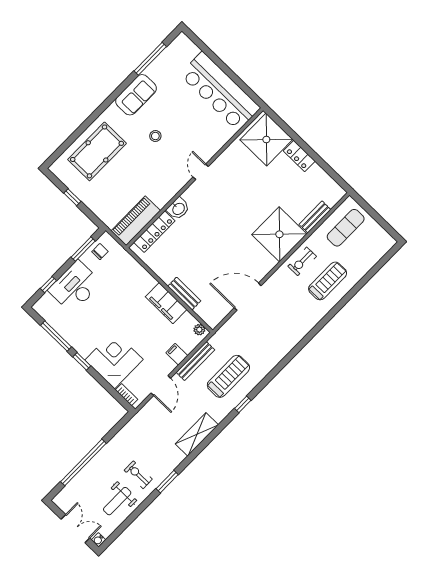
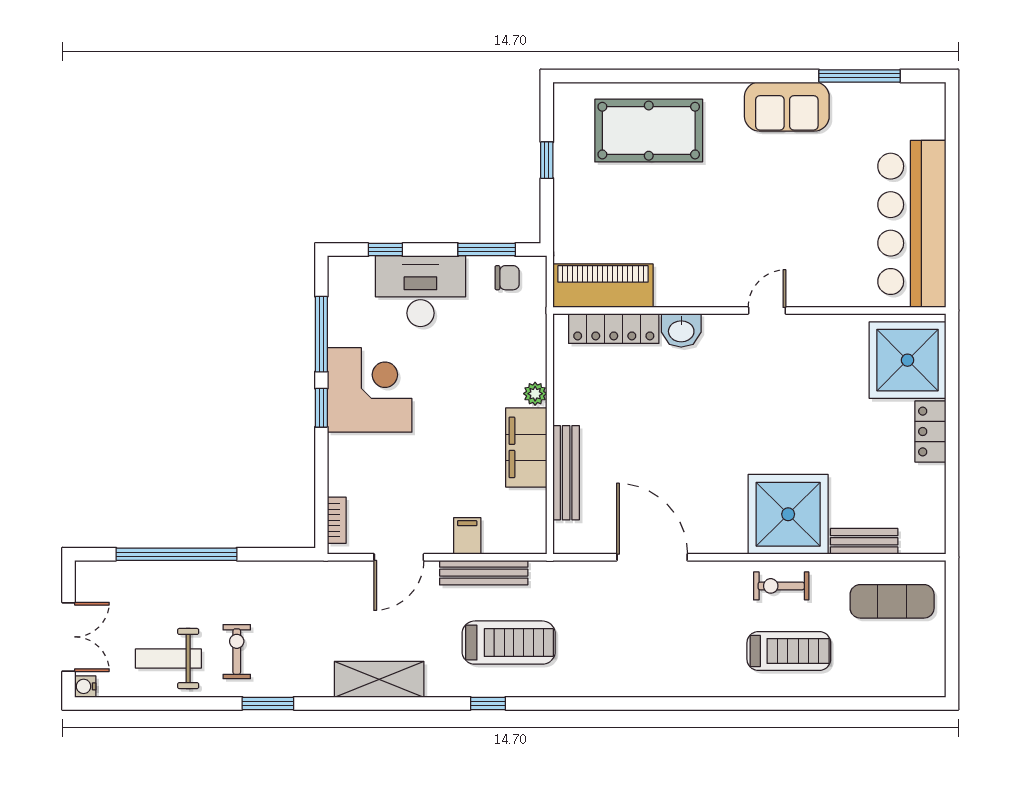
stool: (155, 136) -> (754, 194), removed
bench: (184, 294) -> (566, 473), width x1.36
plant: (199, 330) -> (535, 394), moved
corner desk: (114, 360) -> (370, 390), moved

